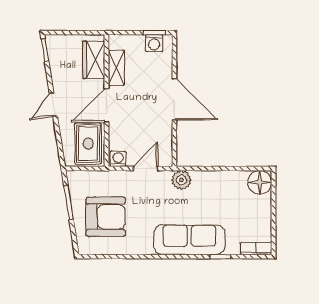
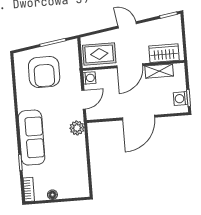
door: (106, 105) -> (130, 66), swing flipped
door: (145, 168) -> (84, 100), hinge flipped
floor lamp: (260, 182) -> (52, 195), moved, width x0.53, depth x0.53

